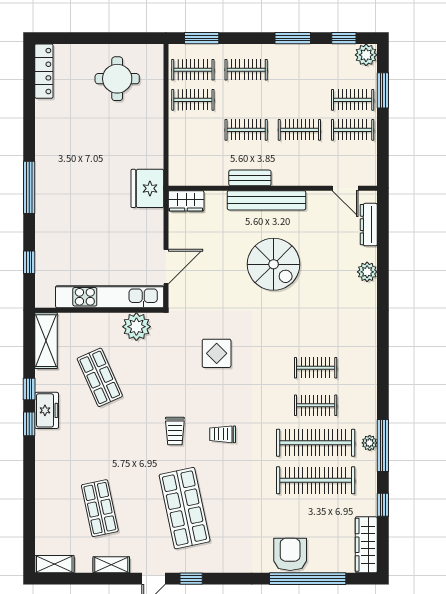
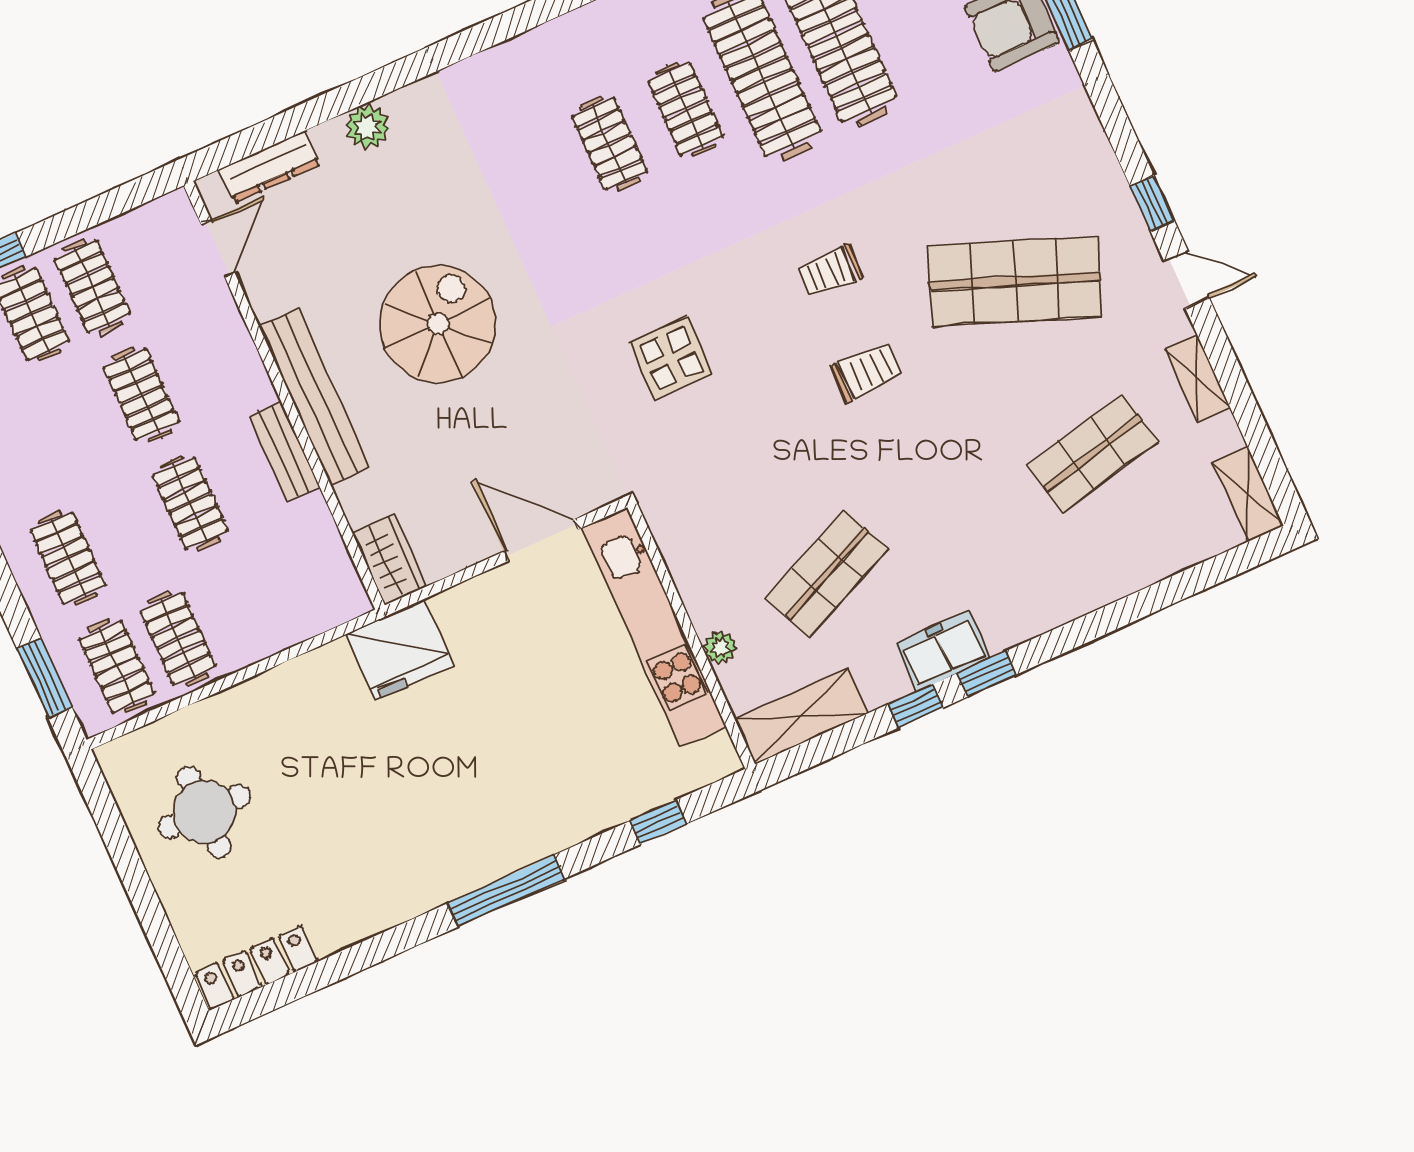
plant: (136, 327) -> (720, 647), moved, width x0.53, depth x0.53
trolley: (223, 434) -> (830, 271), turned 92
shop shelf: (185, 508) -> (1015, 281), turned 33

